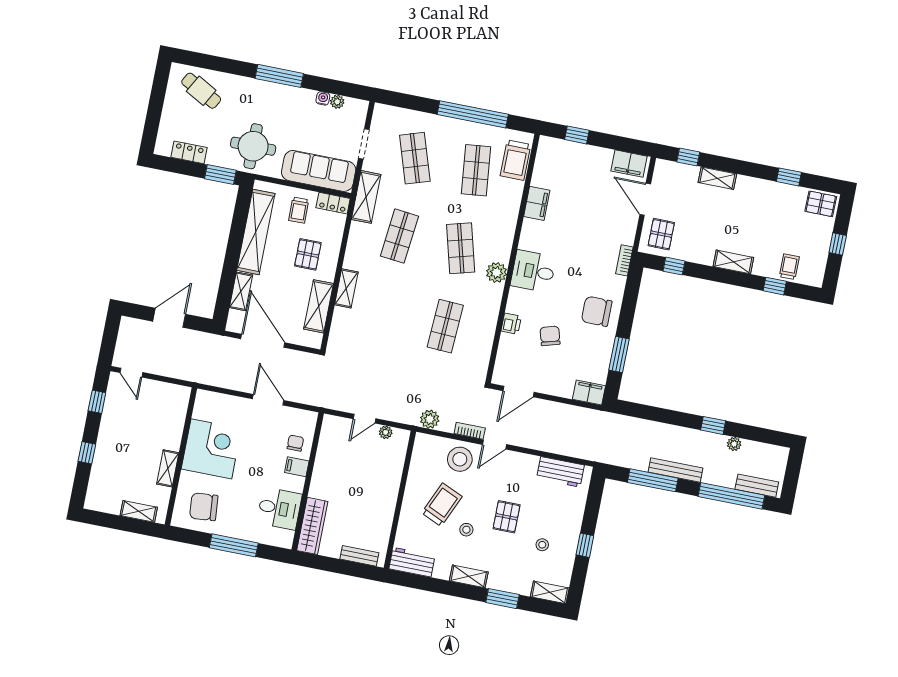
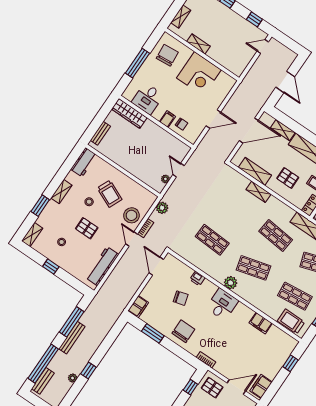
workbench: (560, 472) -> (102, 266), width x1.38

